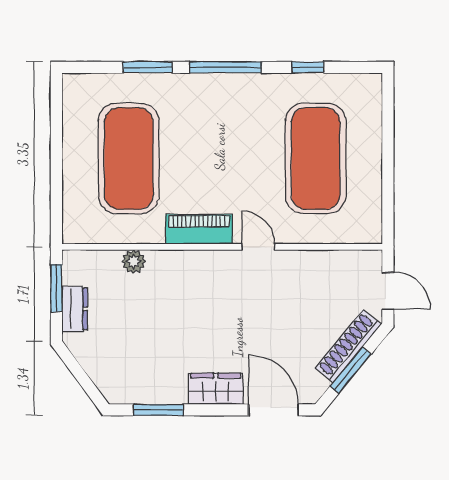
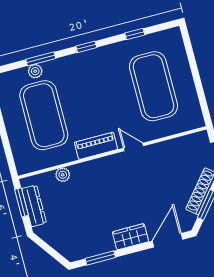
window: (225, 67) -> (86, 47), width x0.46
plant: (133, 85) -> (35, 71), added
dresser: (75, 309) -> (34, 206), width x1.44
door: (273, 410) -> (168, 240), hinge flipped

